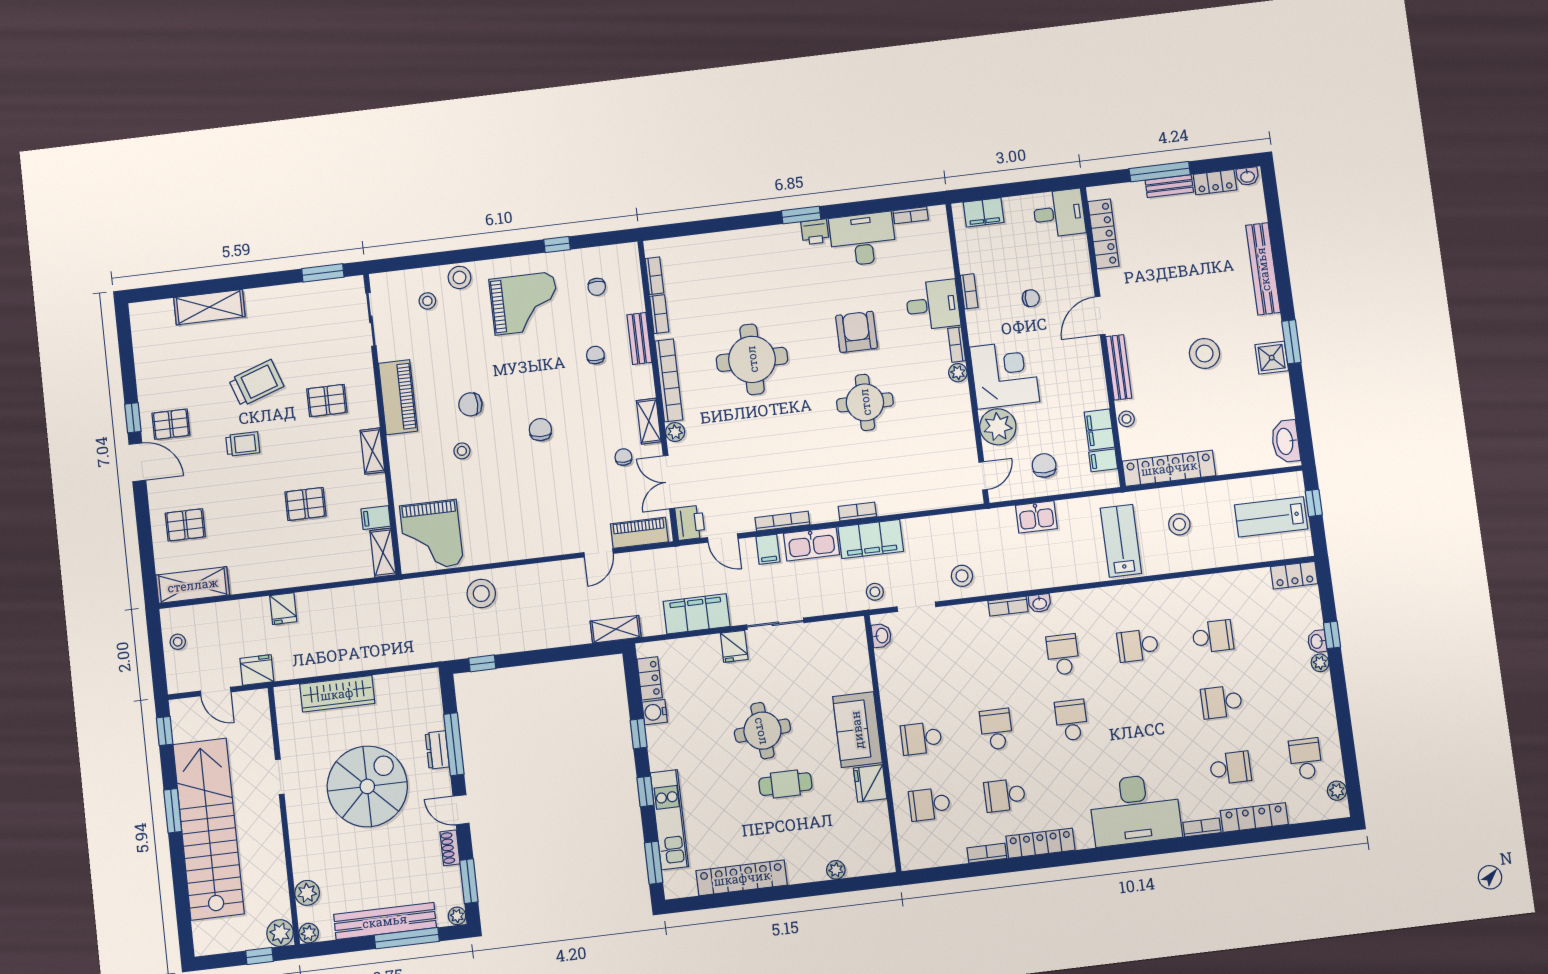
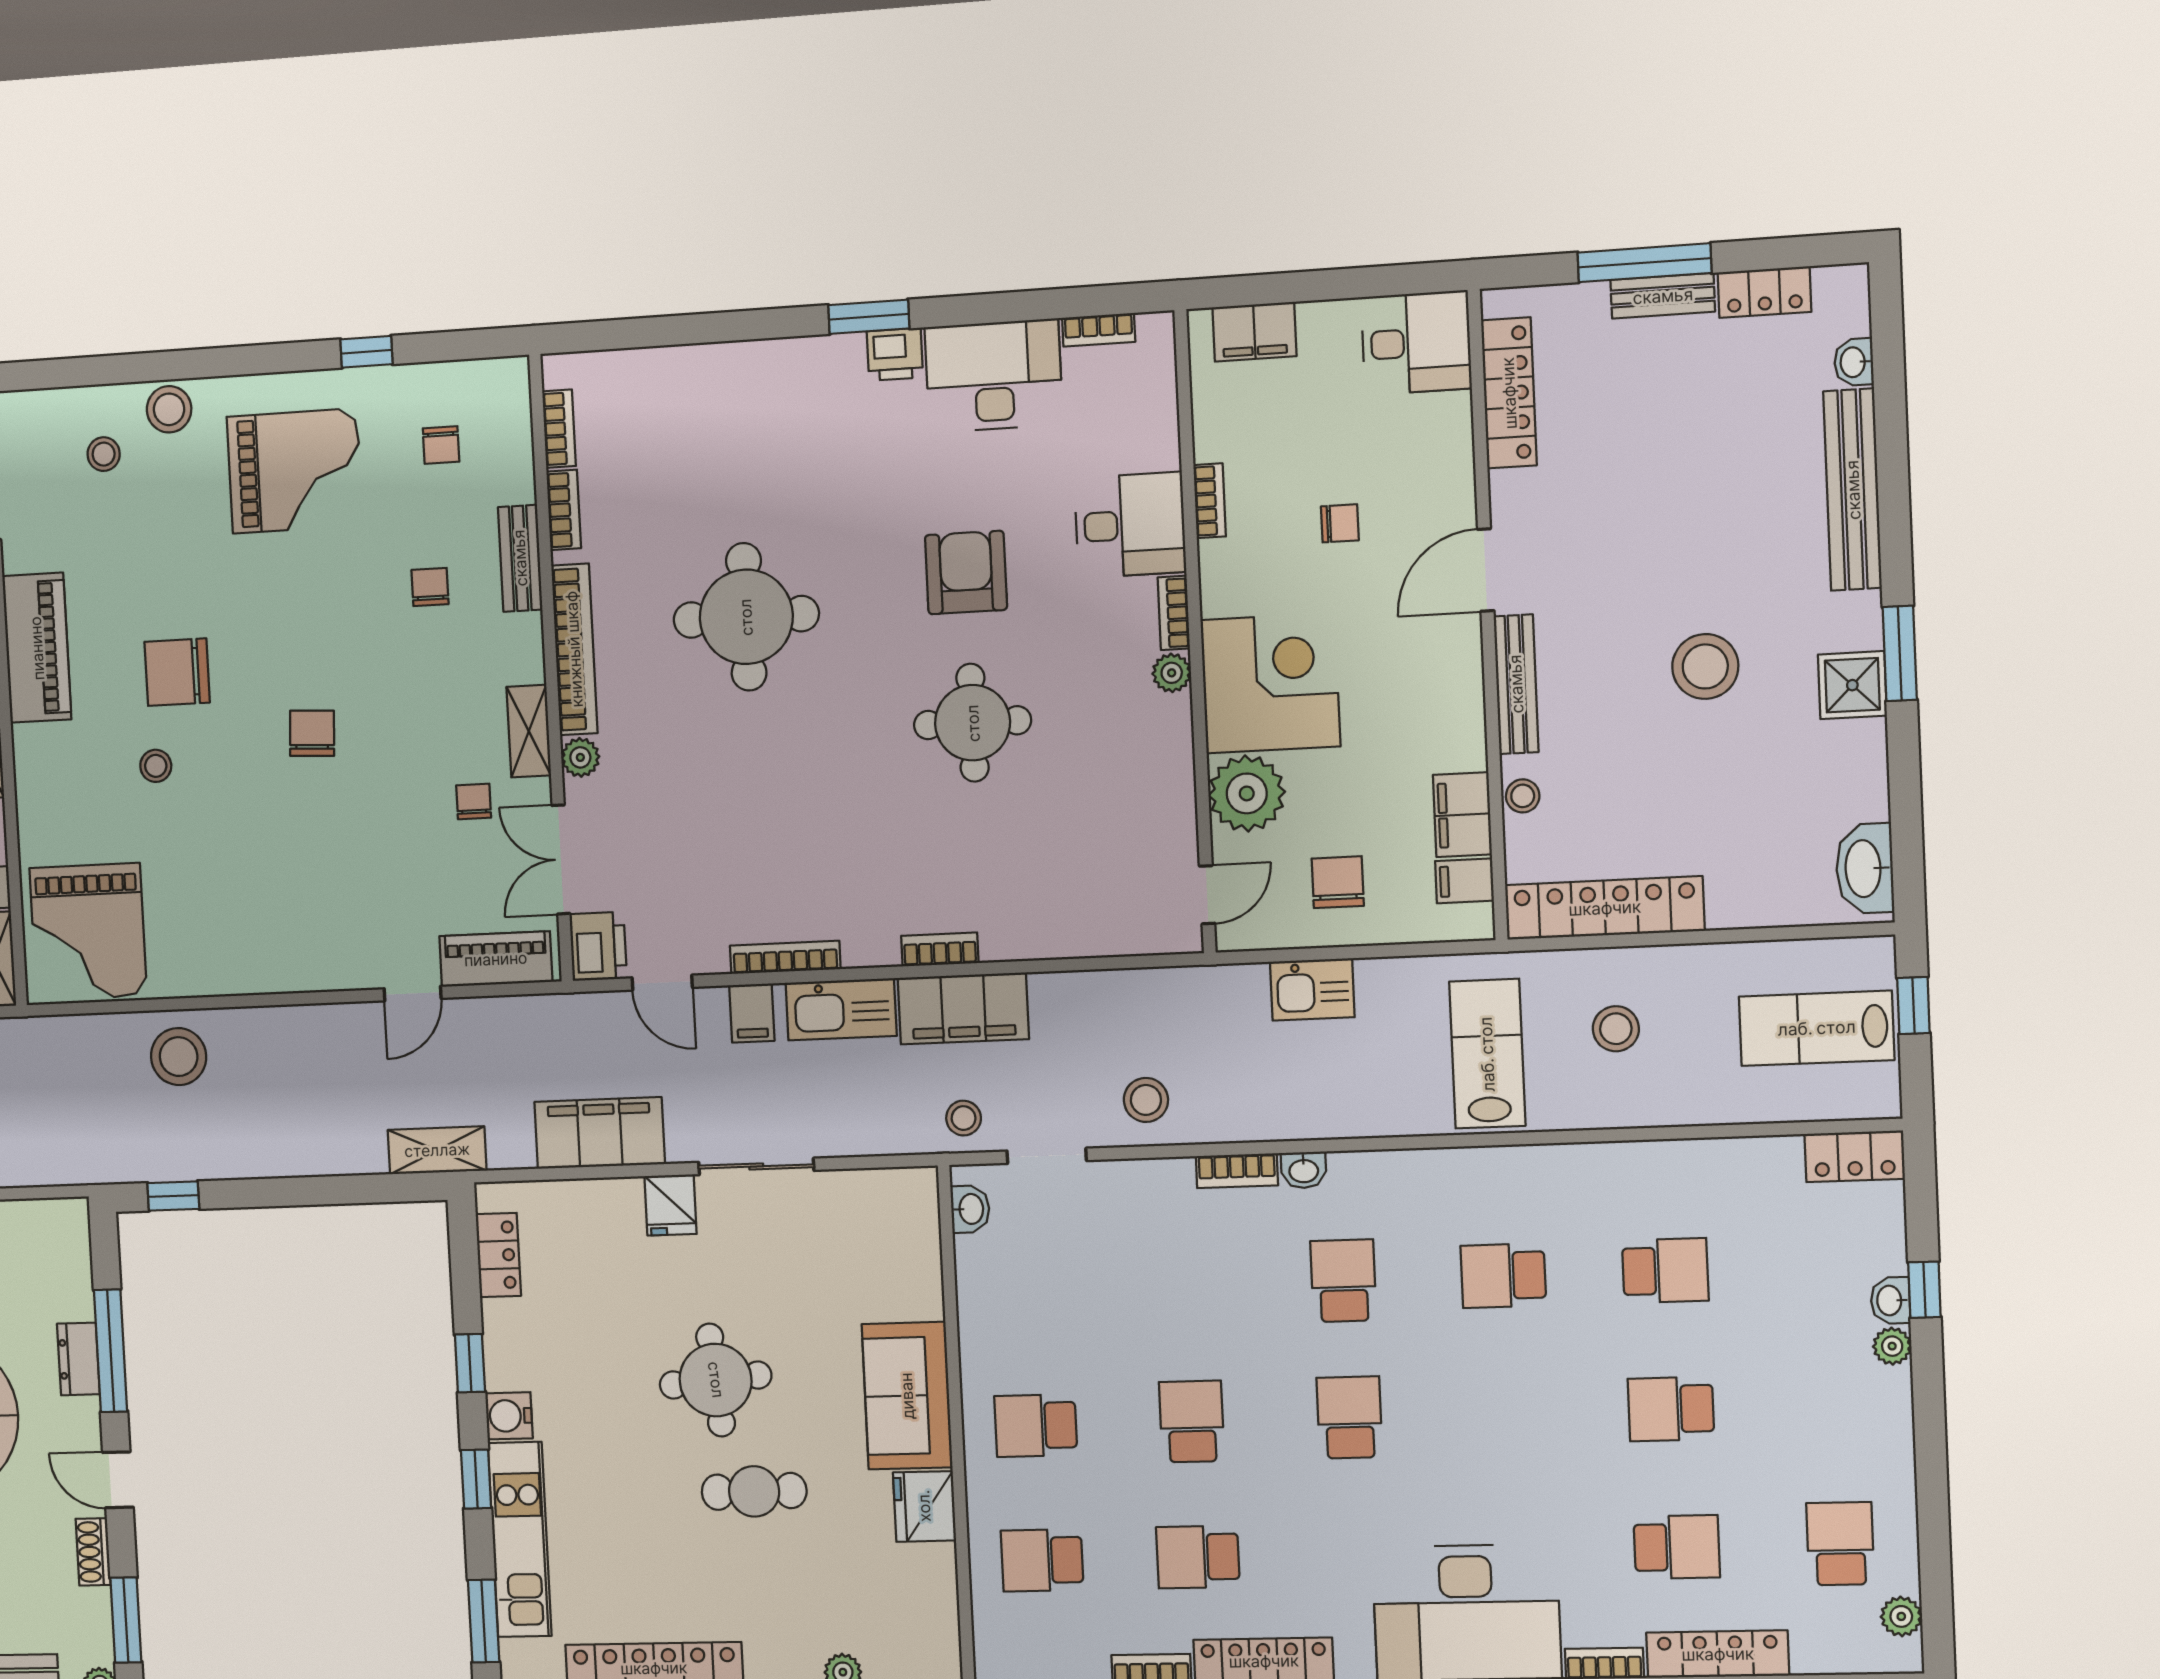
washbasin: (1247, 176) -> (1854, 362), moved, turned 90
chair: (470, 404) -> (177, 672), width x1.37, depth x1.37
water cooler: (655, 712) -> (509, 1416), moved

